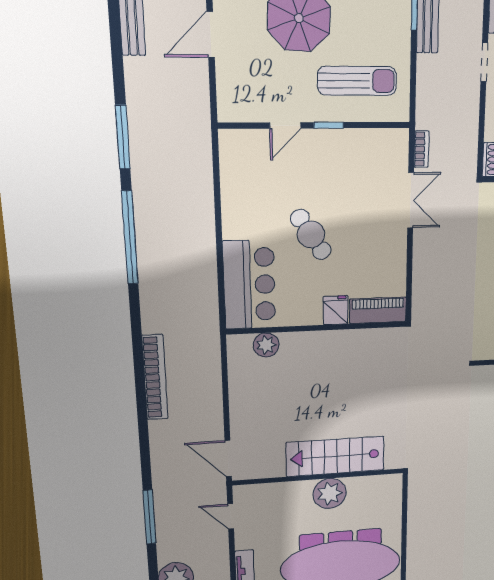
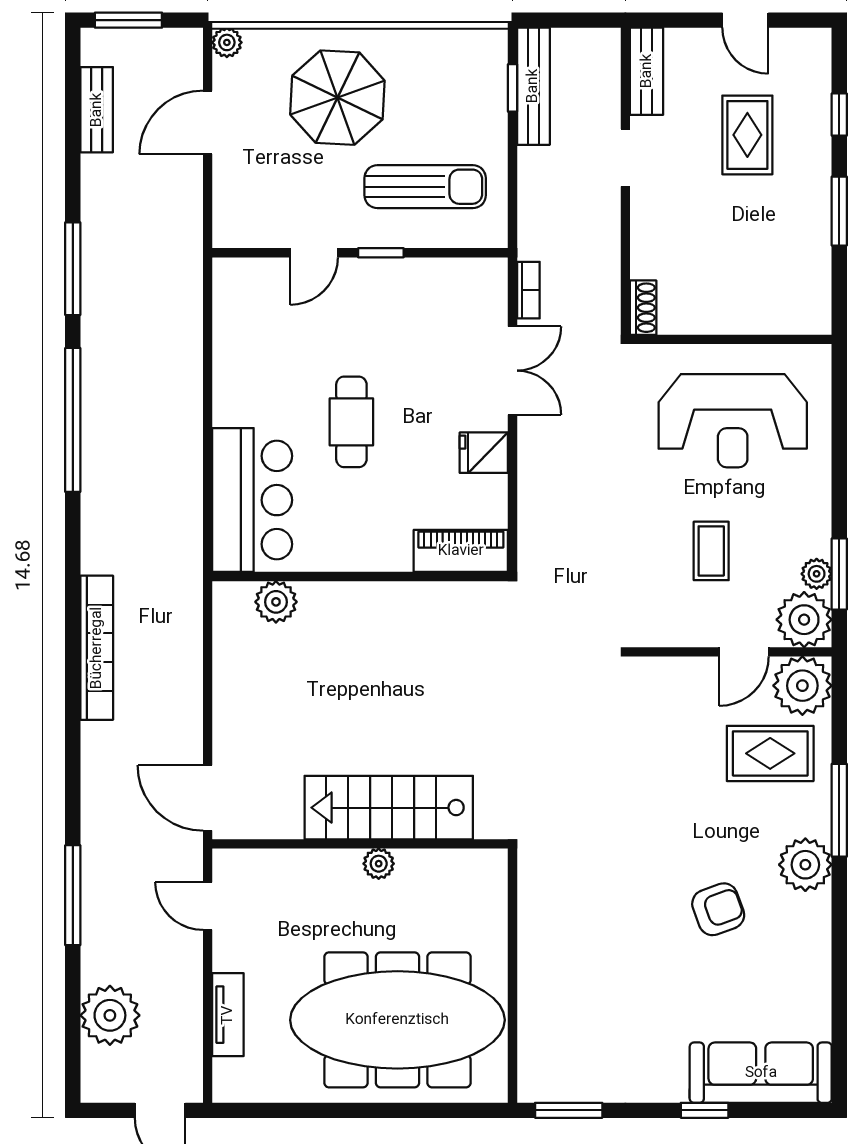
cafe table: (311, 235) -> (351, 422), turned 33
fridge: (336, 310) -> (484, 453), moved, turned -90
plant: (330, 494) -> (379, 864), width x0.53, depth x0.53

